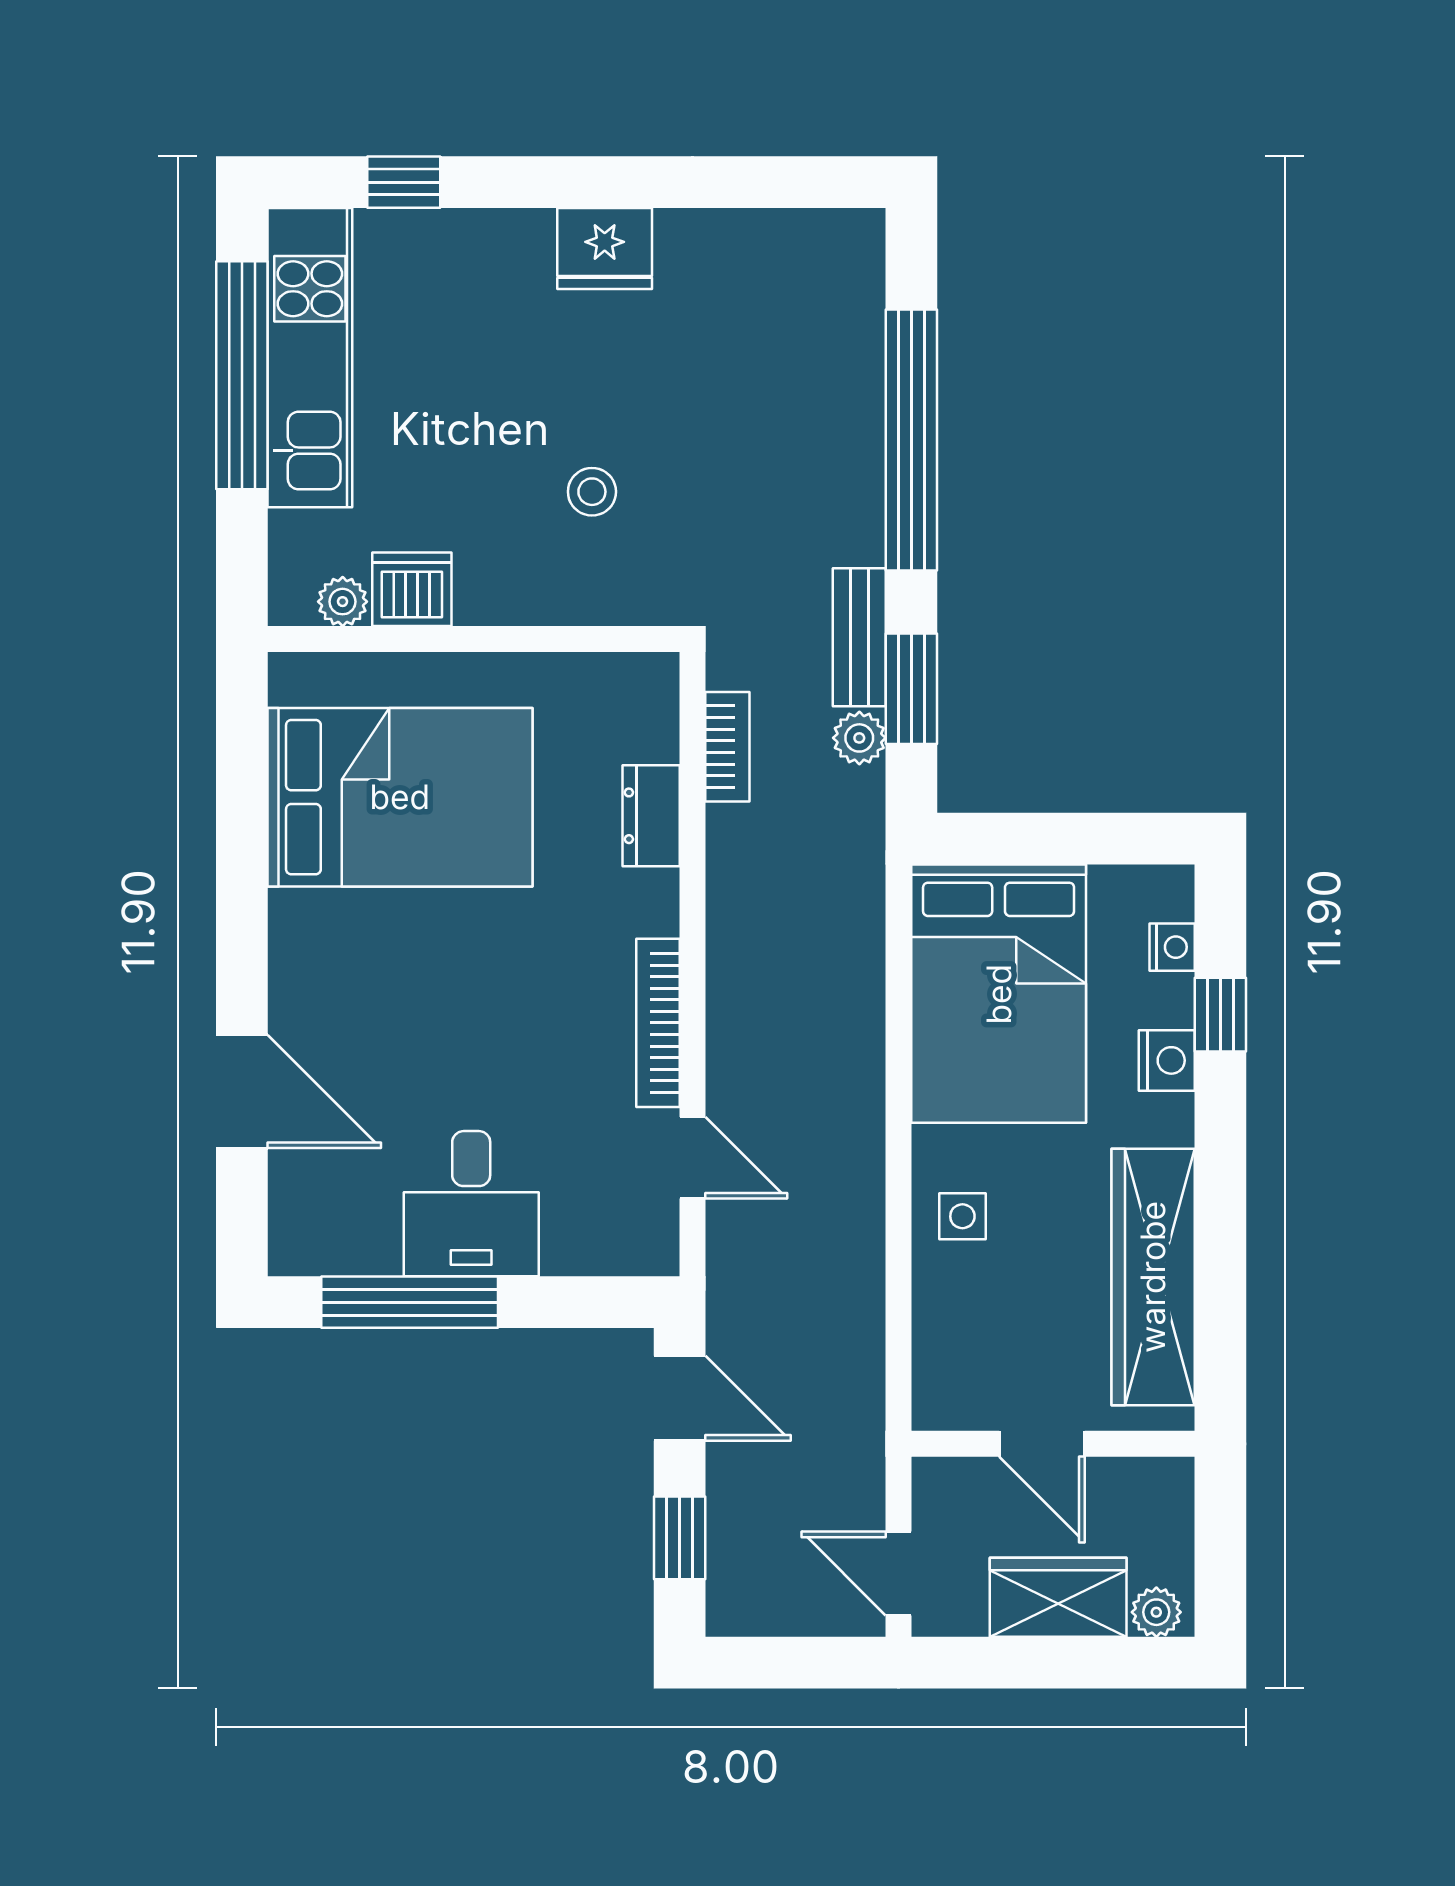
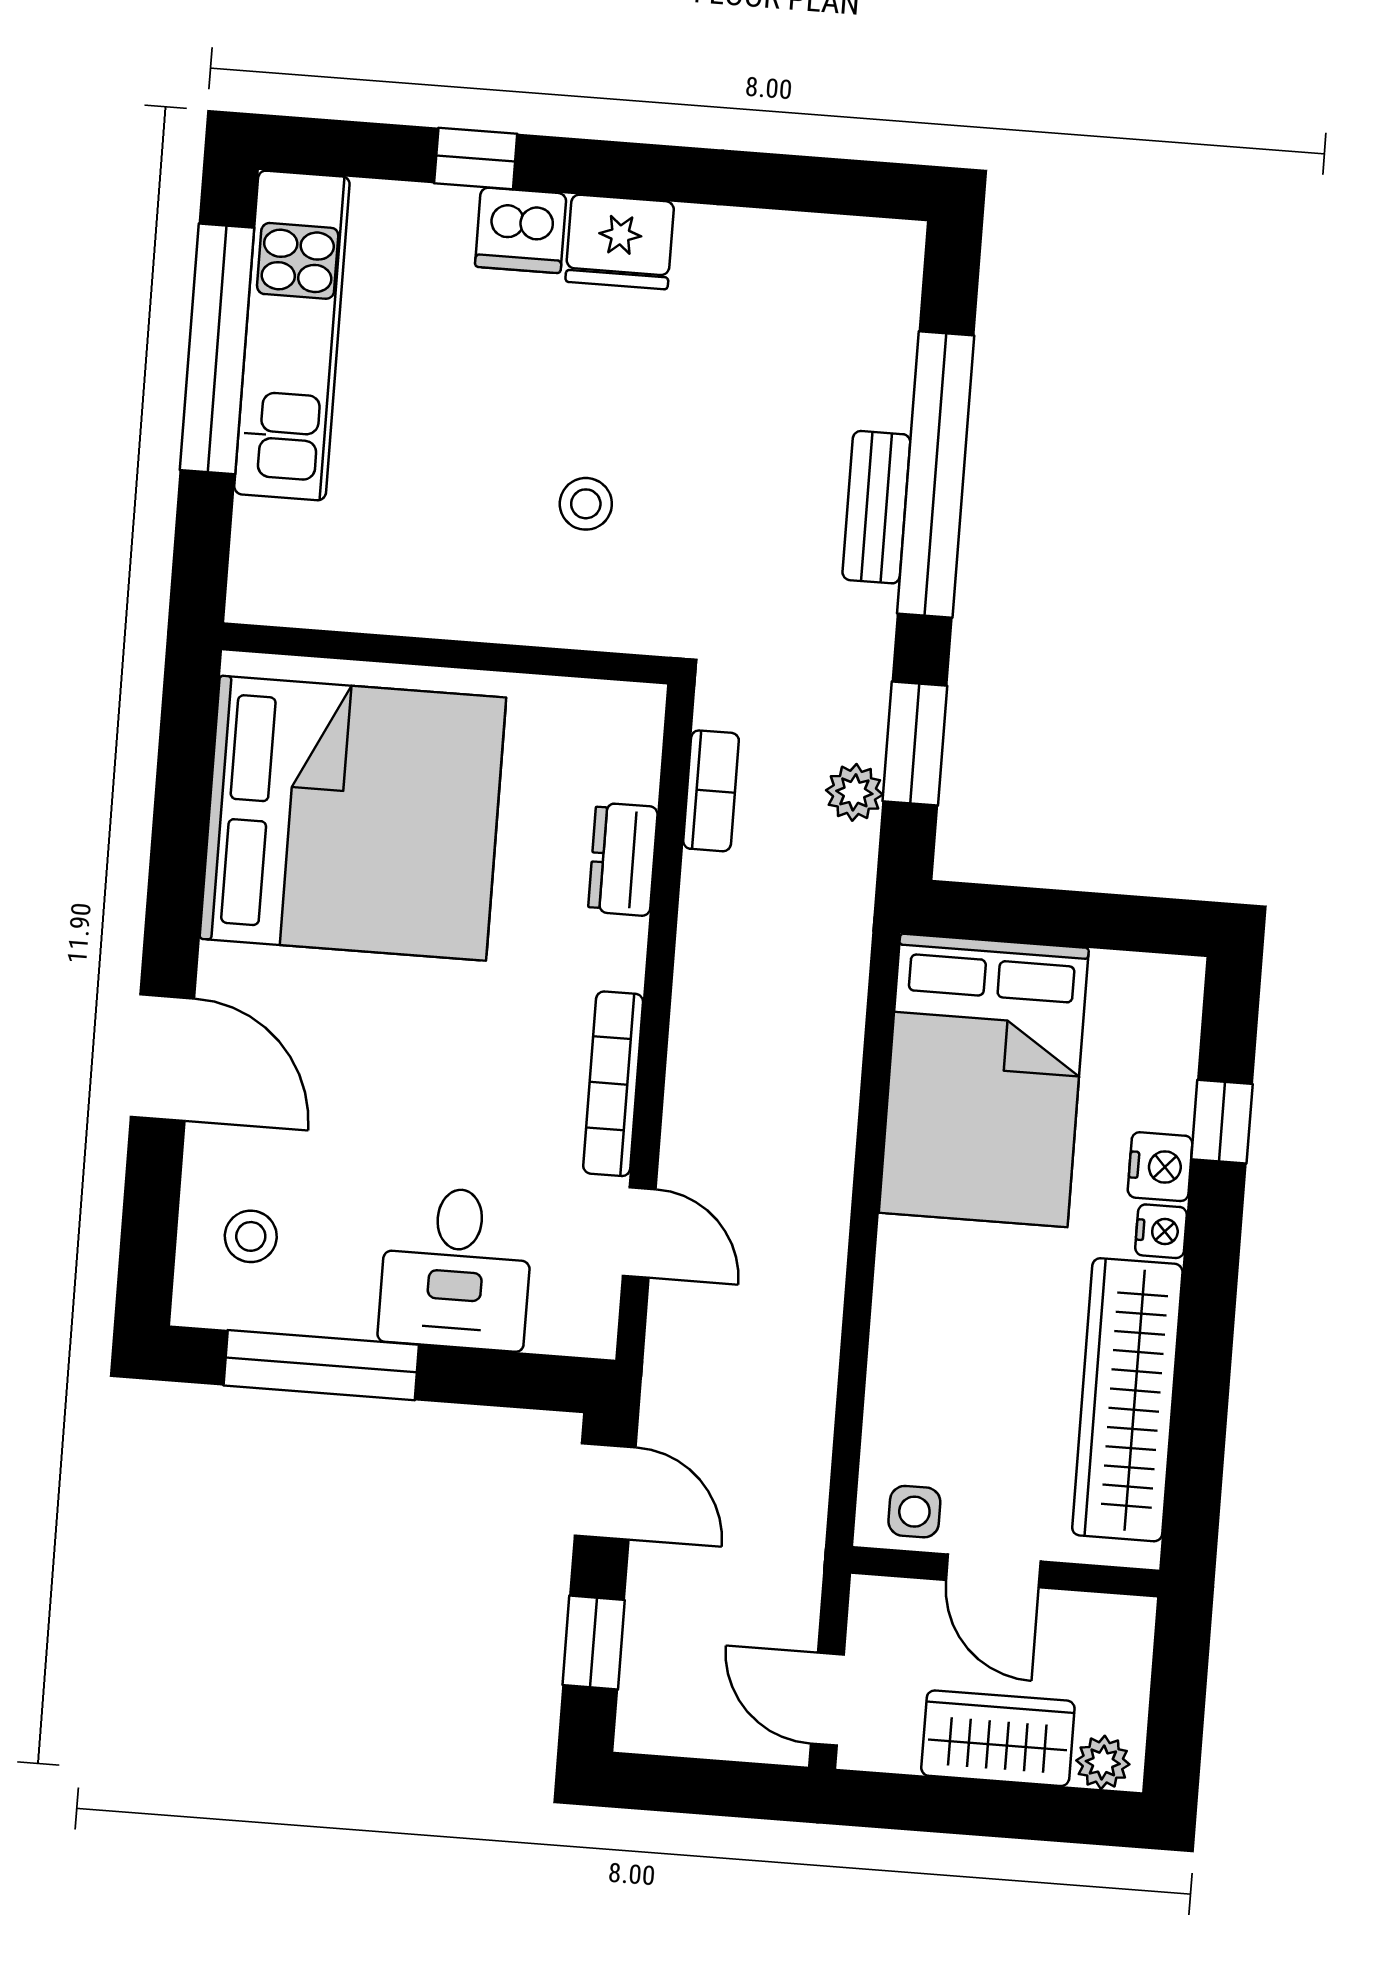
window: (404, 182) -> (476, 159), moved
dishwasher: (412, 589) -> (521, 230), moved, turned 180
plant: (343, 602) -> (307, 602), removed
bench: (859, 637) -> (876, 507), moved
bed: (400, 797) -> (353, 818), width x1.36
nightstand: (1172, 947) -> (1161, 1231), moved
door: (242, 1092) -> (162, 1058), moved
stool: (336, 1189) -> (251, 1236), added
desk: (471, 1204) -> (456, 1268), moved
side table: (962, 1216) -> (914, 1512), moved

